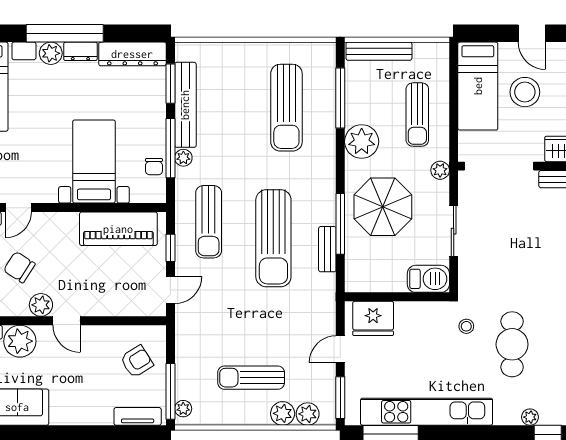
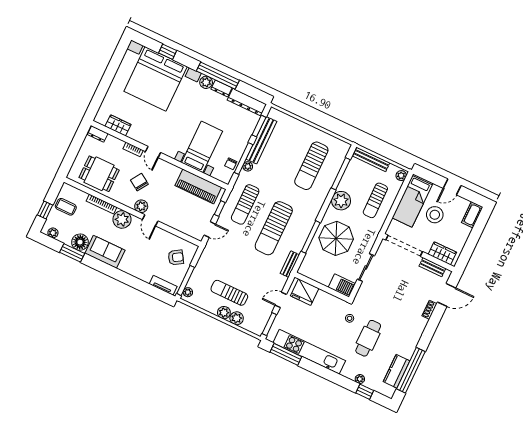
door: (532, 33) -> (452, 187), hinge flipped
plant: (440, 170) -> (401, 176), moved
door: (18, 208) -> (153, 152), hinge flipped
bench: (327, 249) -> (290, 264), moved
plant: (308, 414) -> (224, 313), moved

